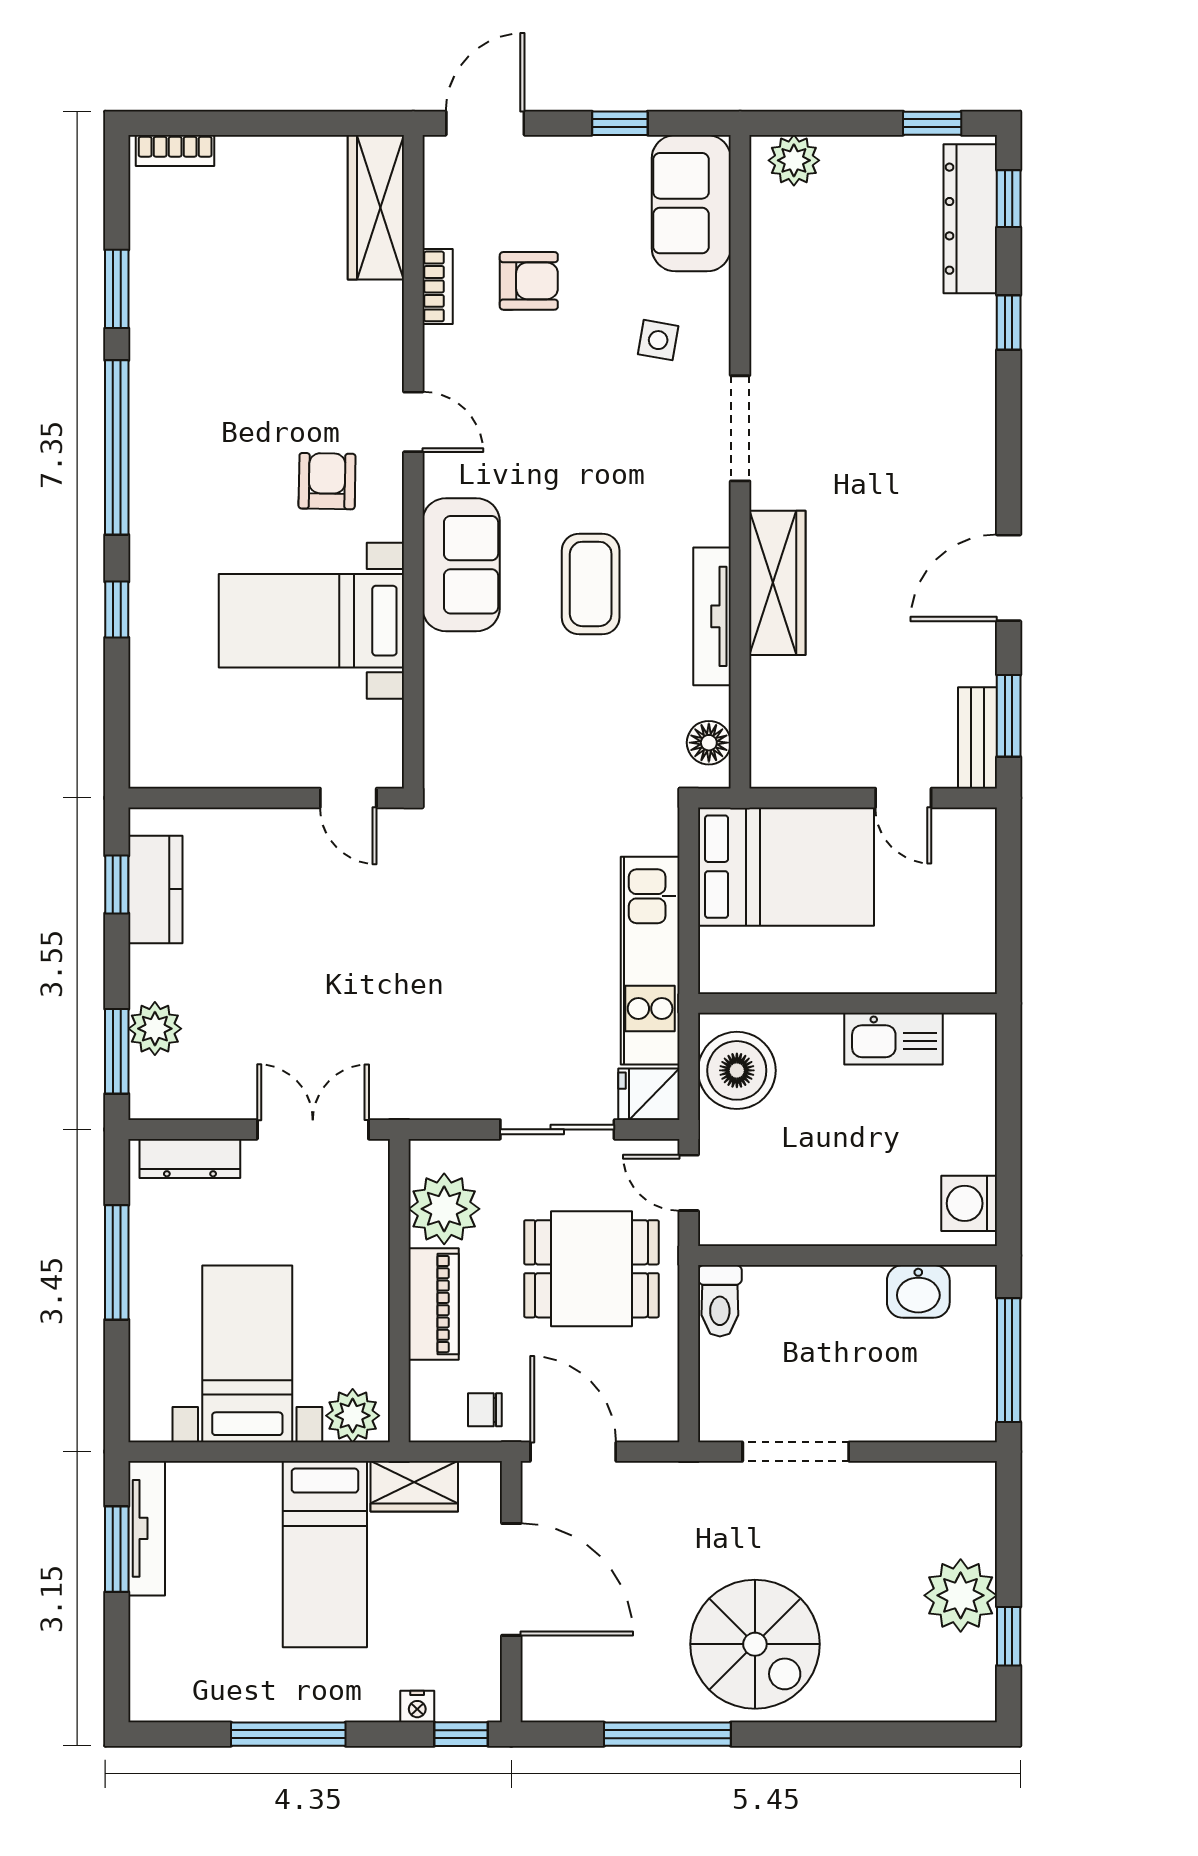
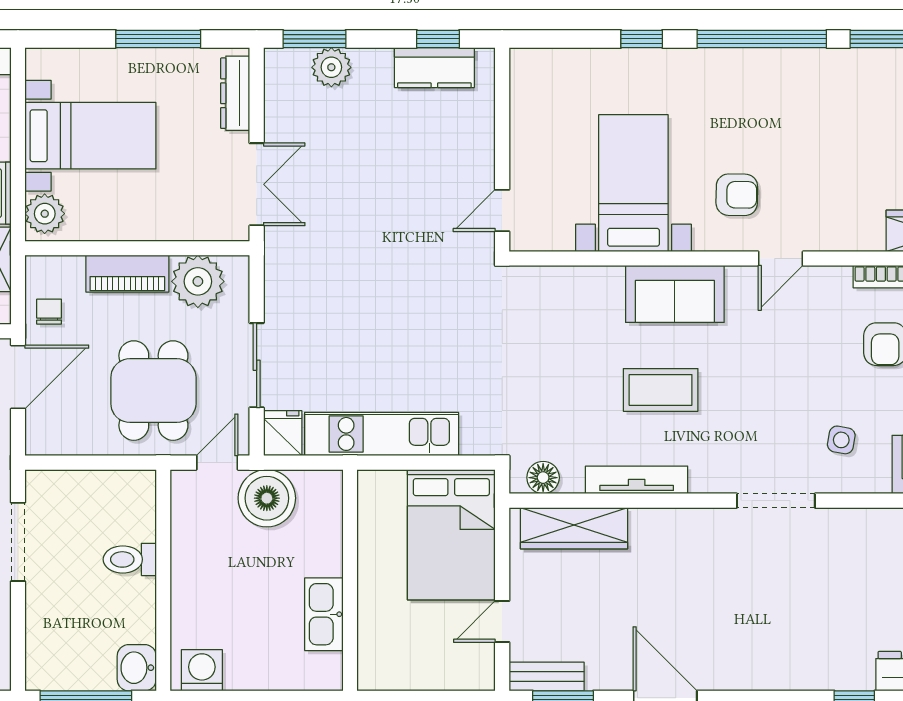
wardrobe: (777, 583) -> (574, 528), moved
boiler: (737, 1070) -> (267, 498), moved
washbasin: (918, 1291) -> (137, 668), moved
toilet: (720, 1301) -> (130, 559), moved

